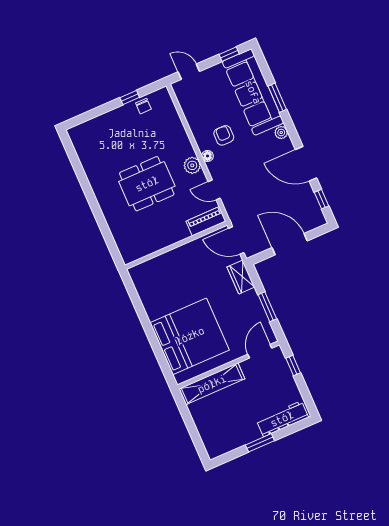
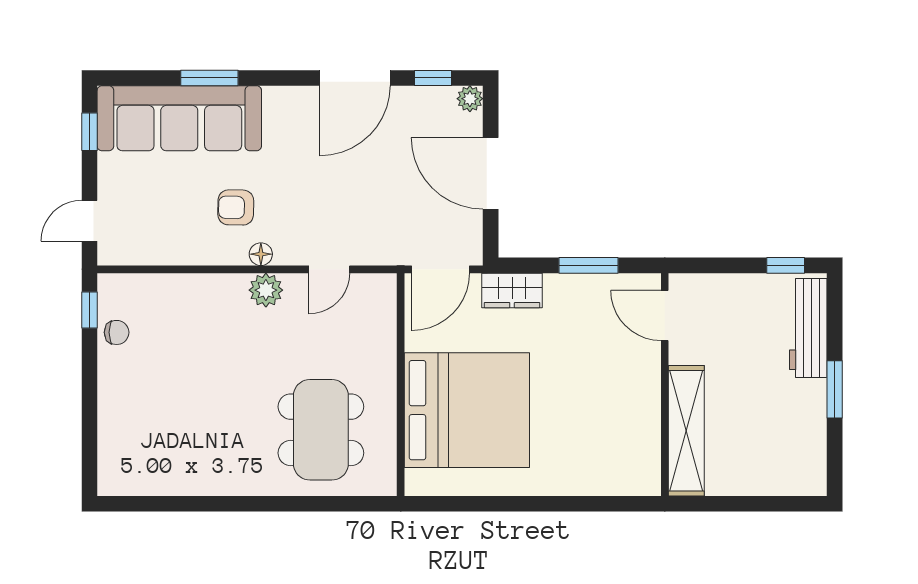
window: (130, 97) -> (90, 310), moved
plant: (281, 133) -> (470, 99), moved
dining table: (147, 184) -> (321, 430), moved
piano: (206, 221) -> (380, 310), removed
door: (290, 244) -> (491, 173), hinge flipped
bed: (190, 336) -> (467, 410), moved, turned 90
window: (293, 366) -> (786, 265), moved

